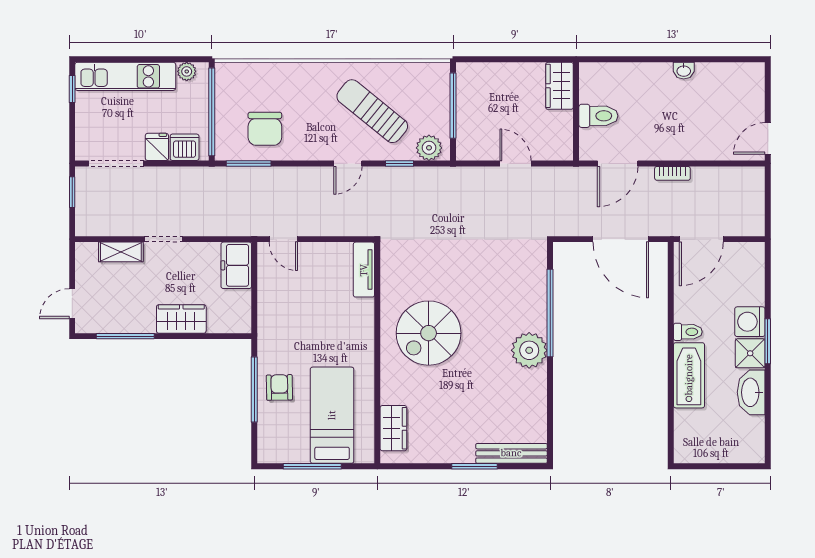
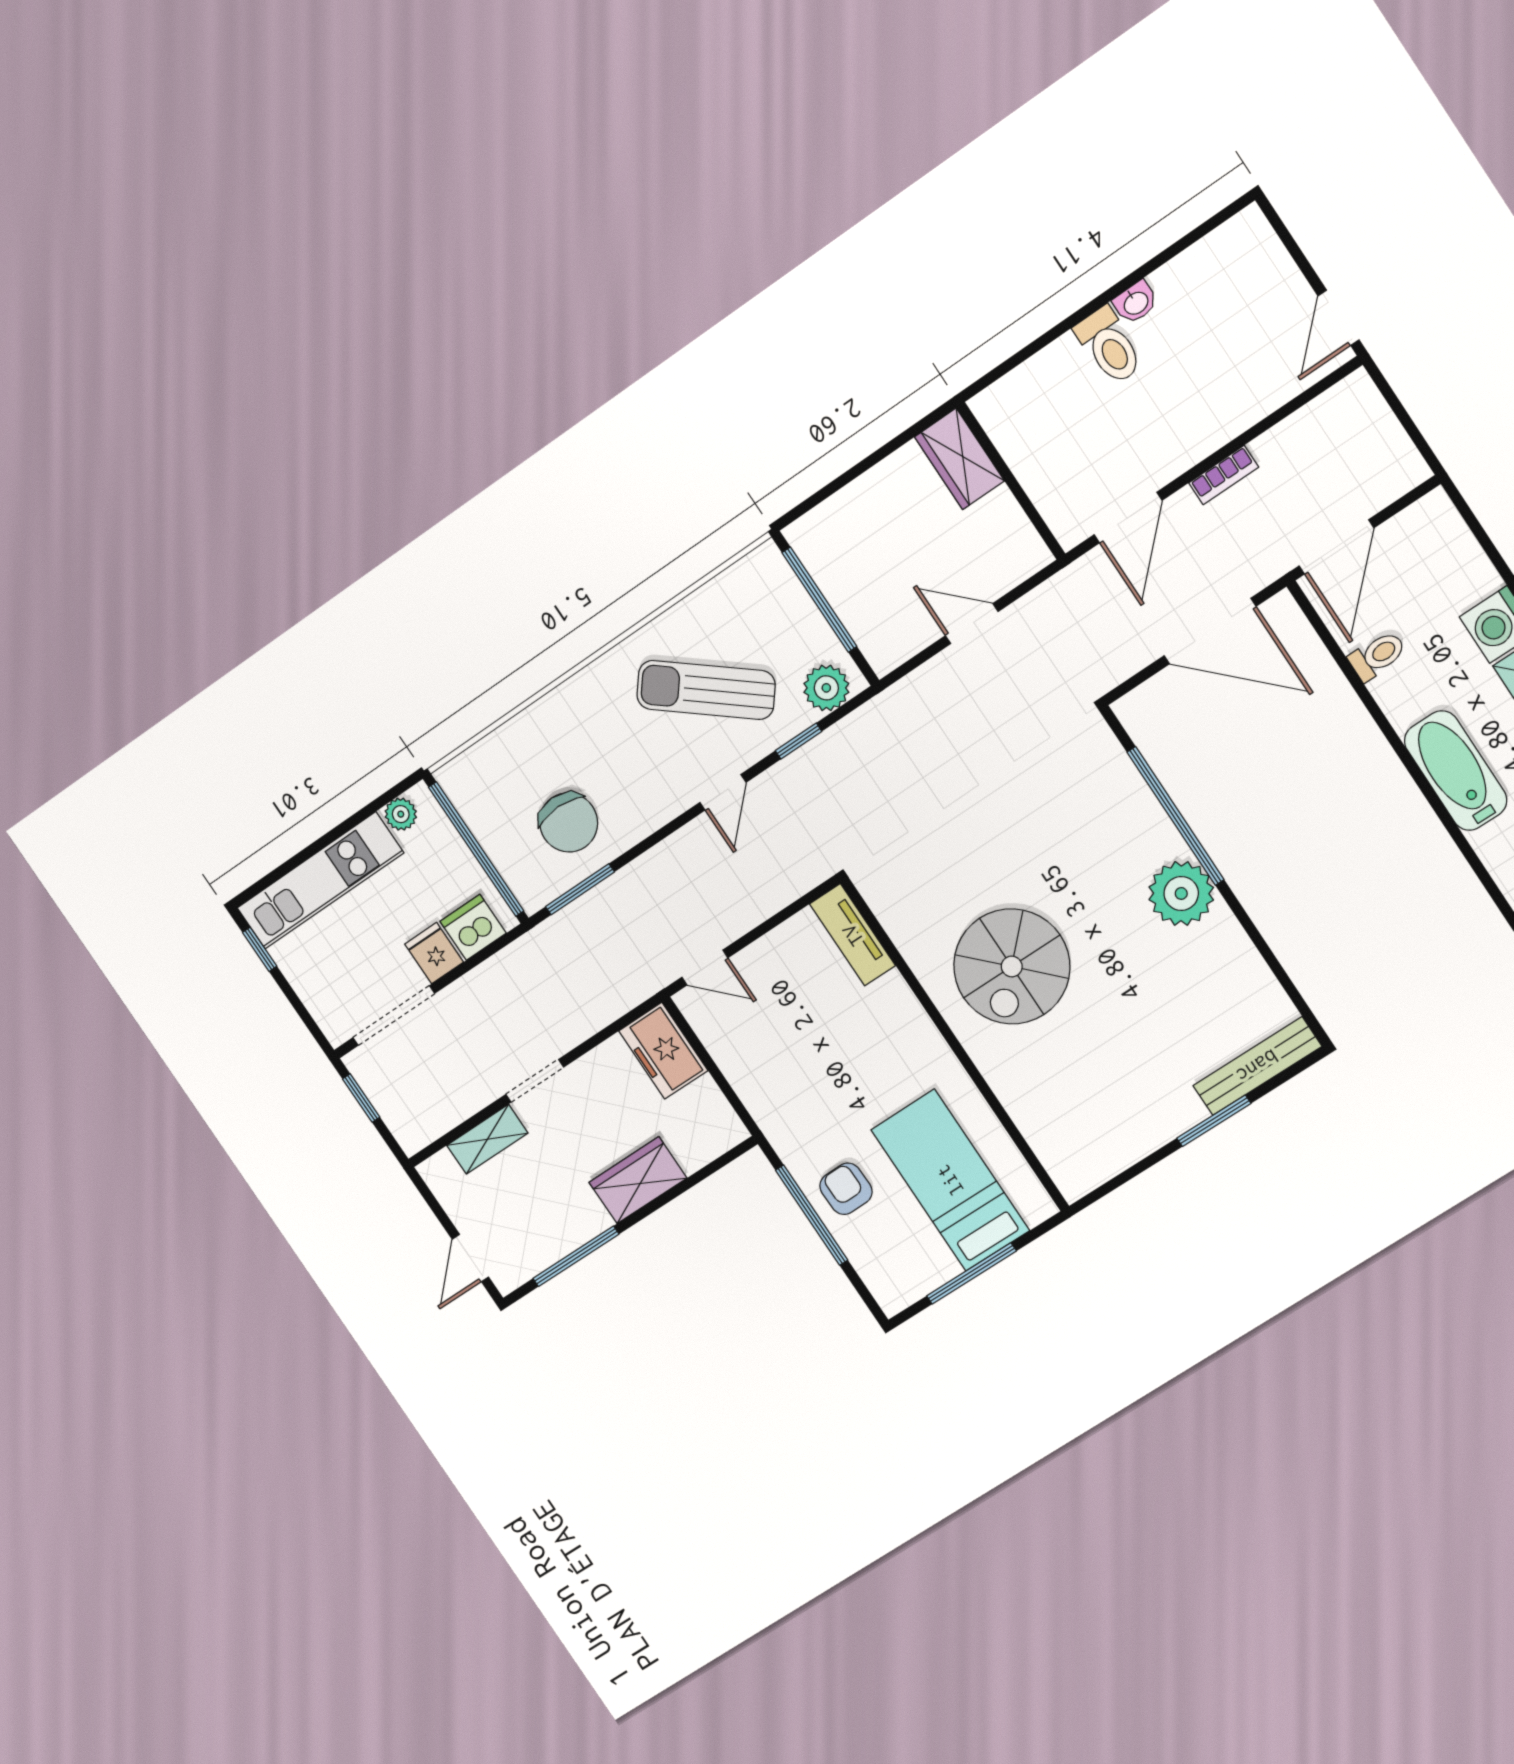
toilet: (598, 116) -> (1109, 346), moved, turned 90
toilet: (688, 332) -> (1377, 656), moved
wardrobe: (393, 428) -> (1054, 1142), removed

